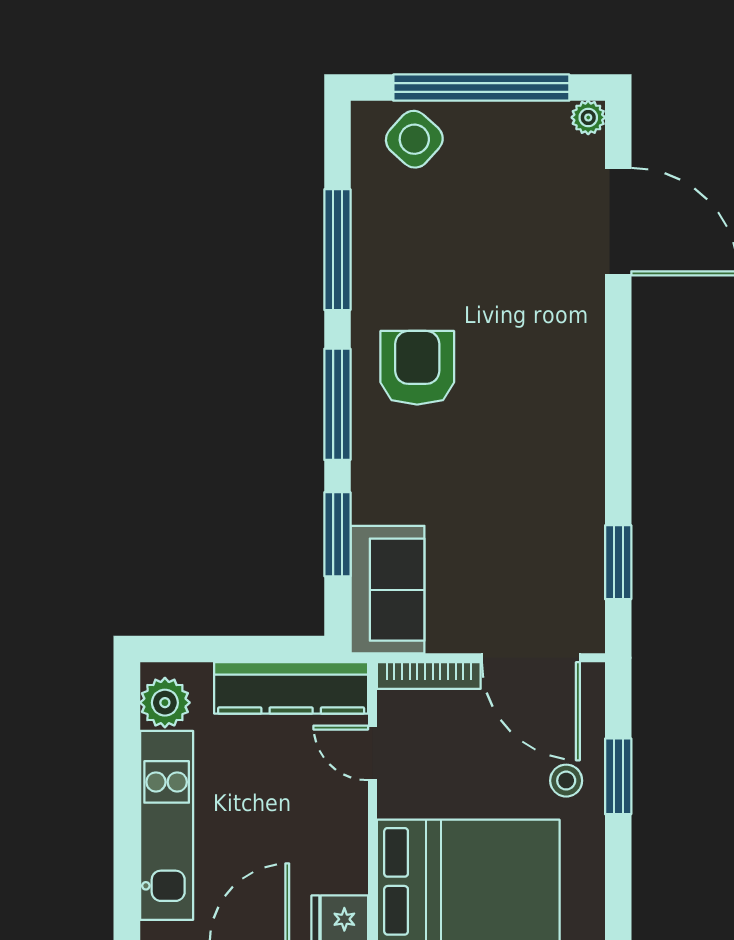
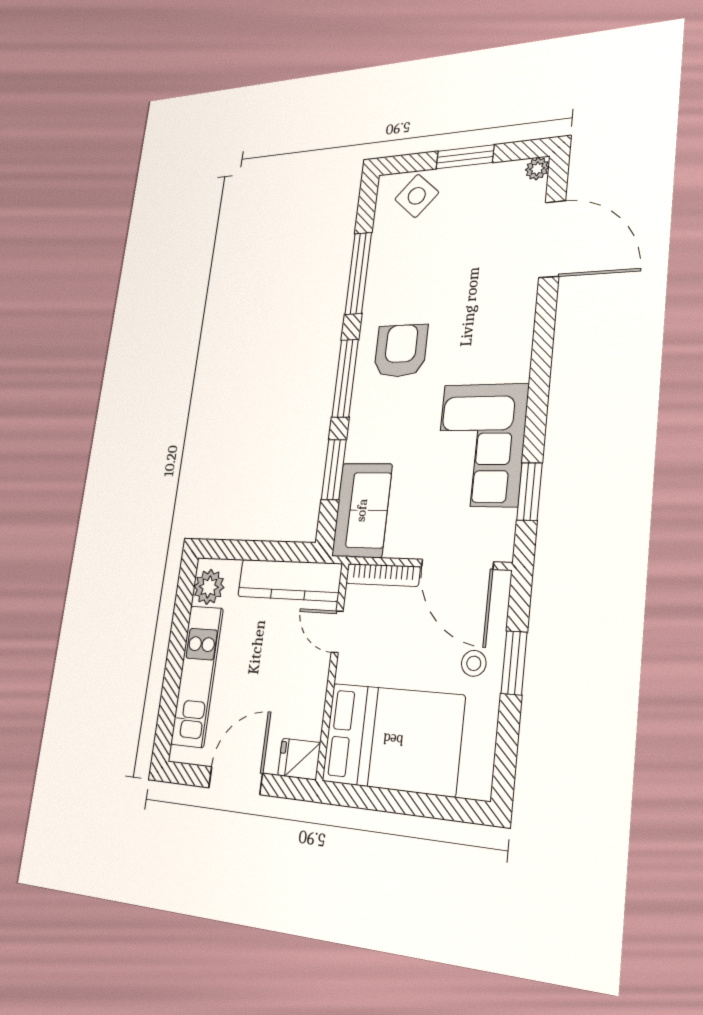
window: (481, 88) -> (465, 157), width x0.47
corner sofa: (547, 501) -> (481, 445), added

